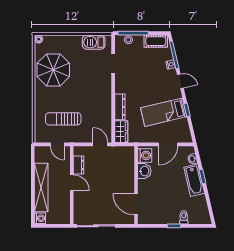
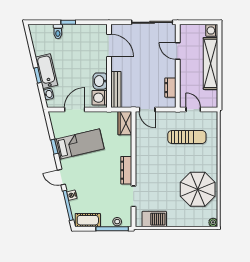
dresser: (120, 107) -> (126, 170), moved
bench: (130, 163) -> (116, 89), added
door: (72, 183) -> (178, 51), moved

